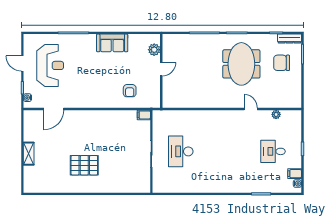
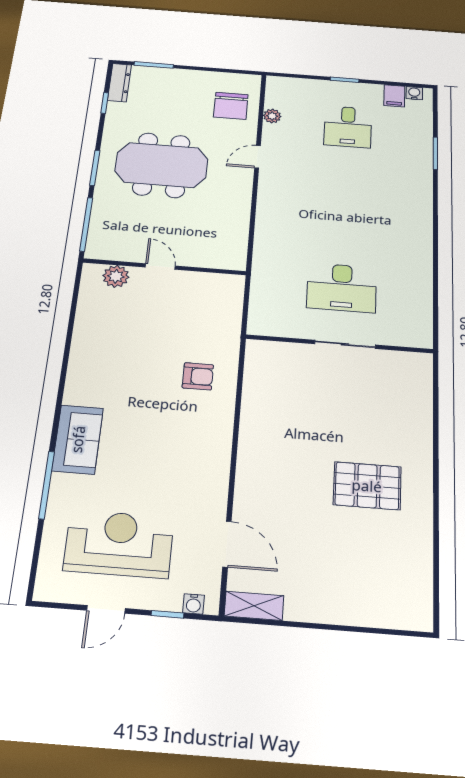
sofa: (112, 43) -> (78, 439), moved
plant: (154, 50) -> (116, 276), moved
chair: (282, 63) -> (231, 106), moved
door: (161, 69) -> (160, 266), moved
wall: (161, 71) -> (165, 267), moved
filing cabinet: (144, 115) -> (256, 352), removed
shelving: (29, 154) -> (254, 606), moved
pallet: (84, 165) -> (367, 486), turned 90

